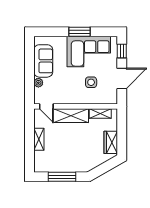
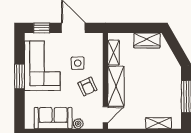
armchair: (71, 91) -> (87, 87), added
shelving: (39, 139) -> (159, 123), moved

